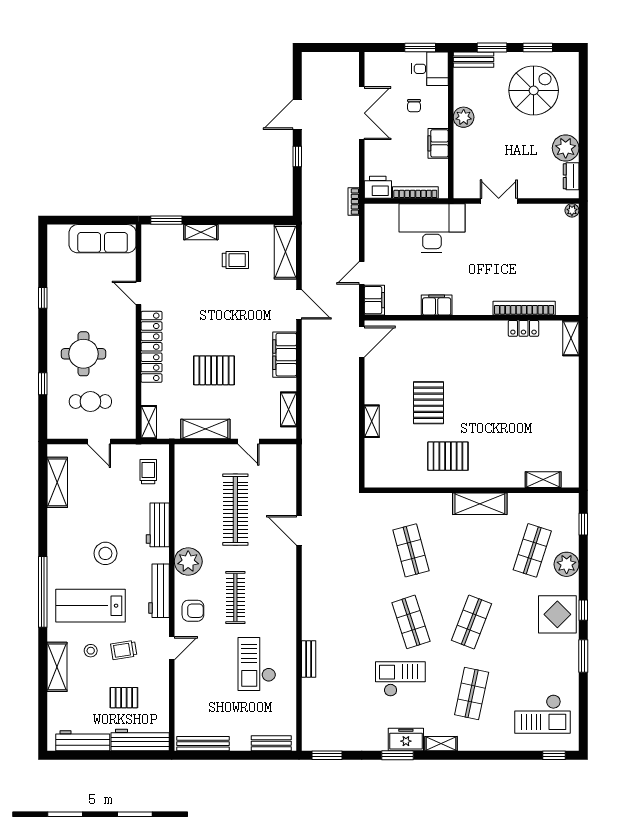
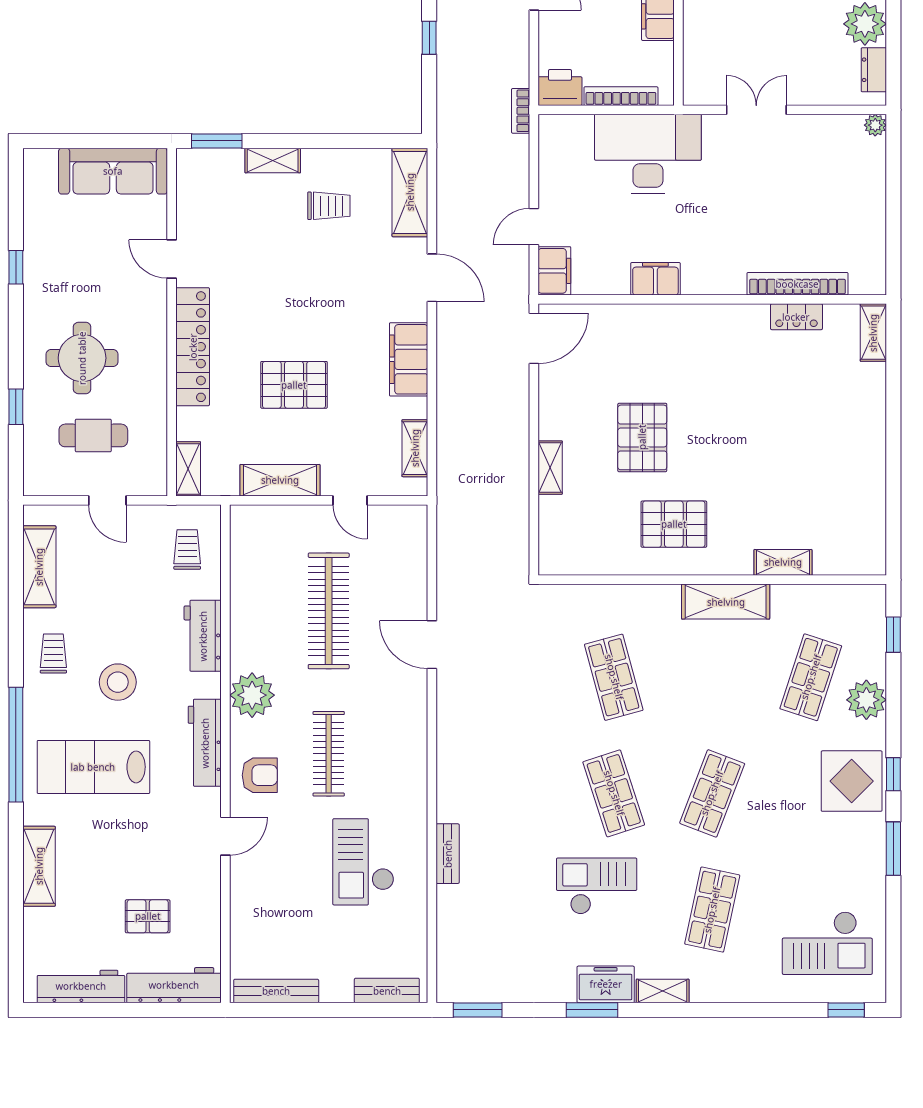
shelving: (543, 480) -> (783, 562), moved
trolley: (124, 650) -> (53, 654), moved, turned 99
stool: (91, 651) -> (94, 840), removed

